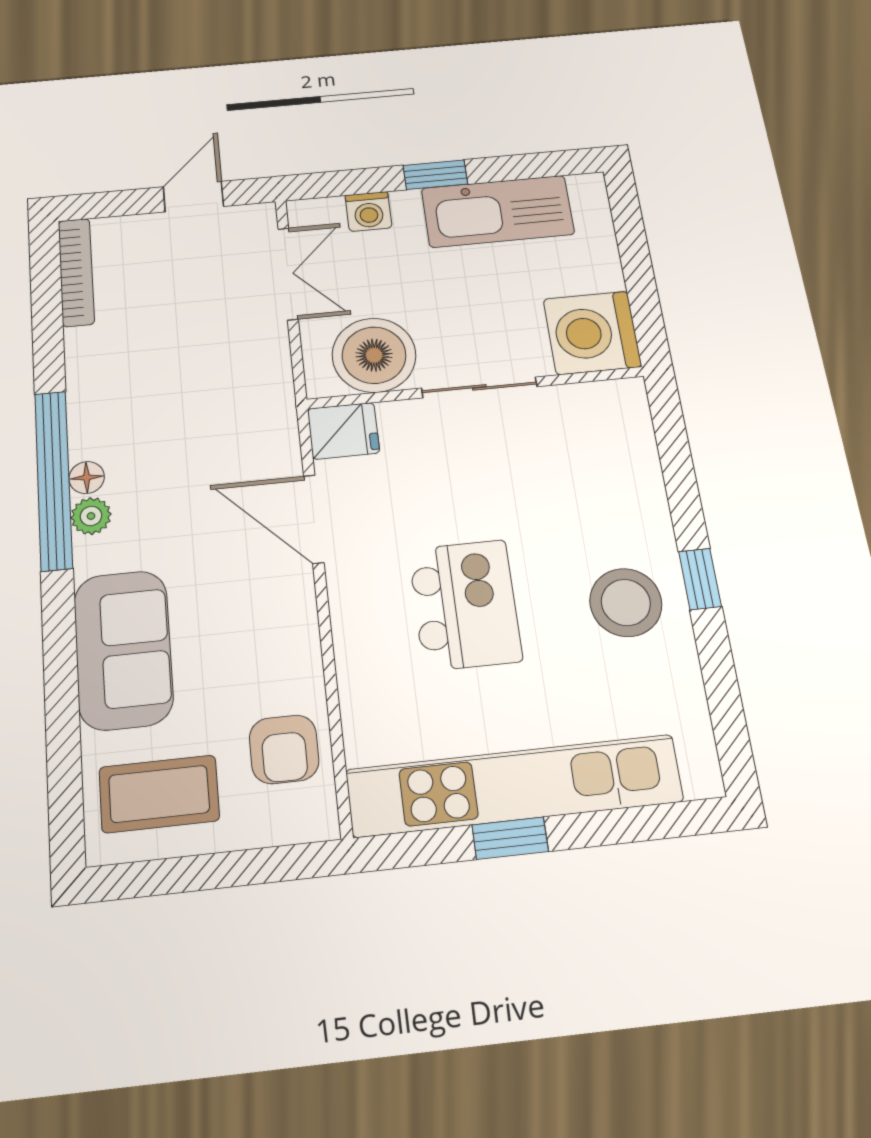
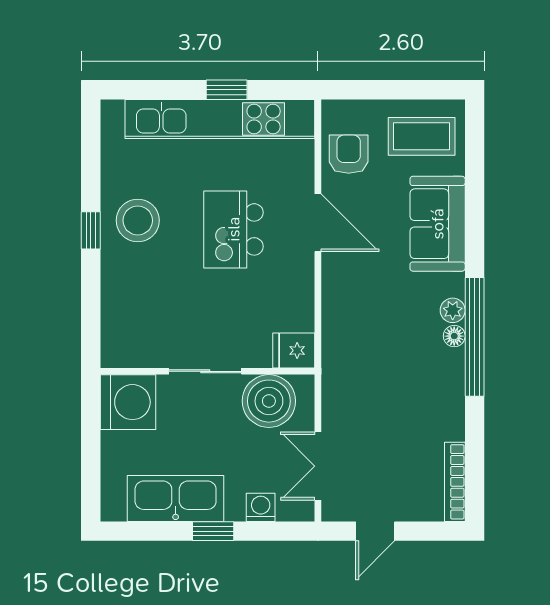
door: (314, 519) -> (318, 223), moved

